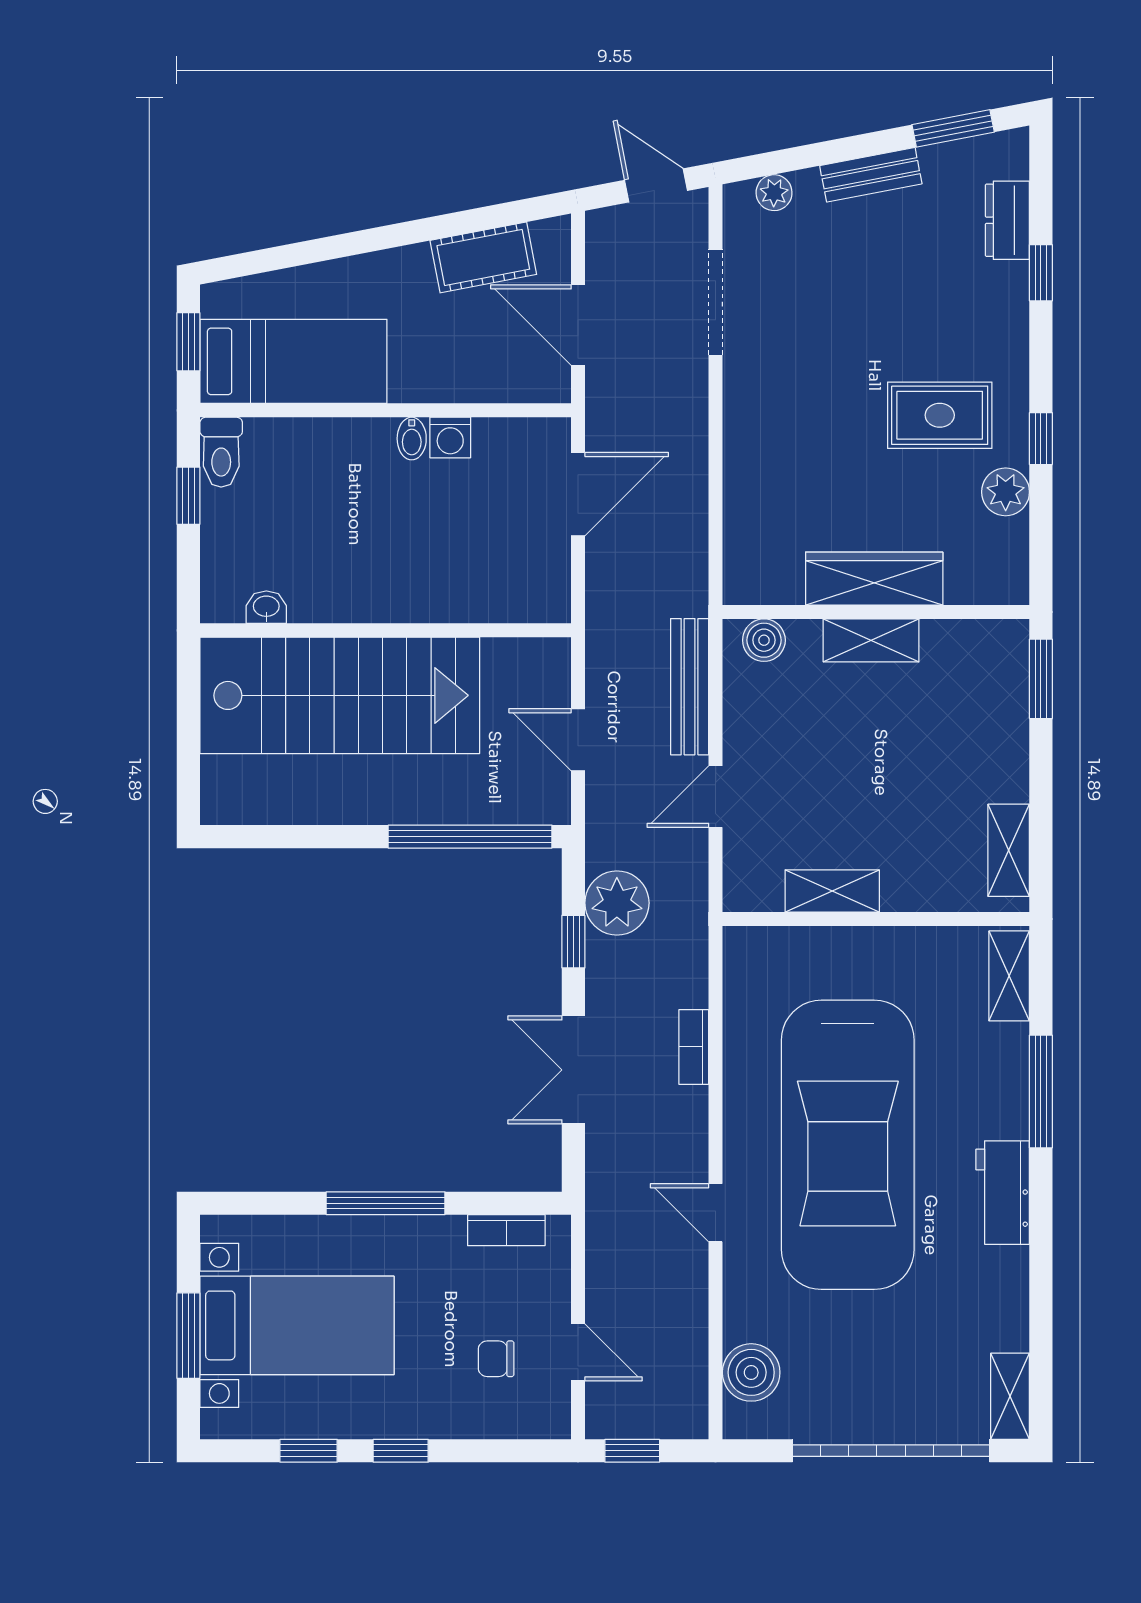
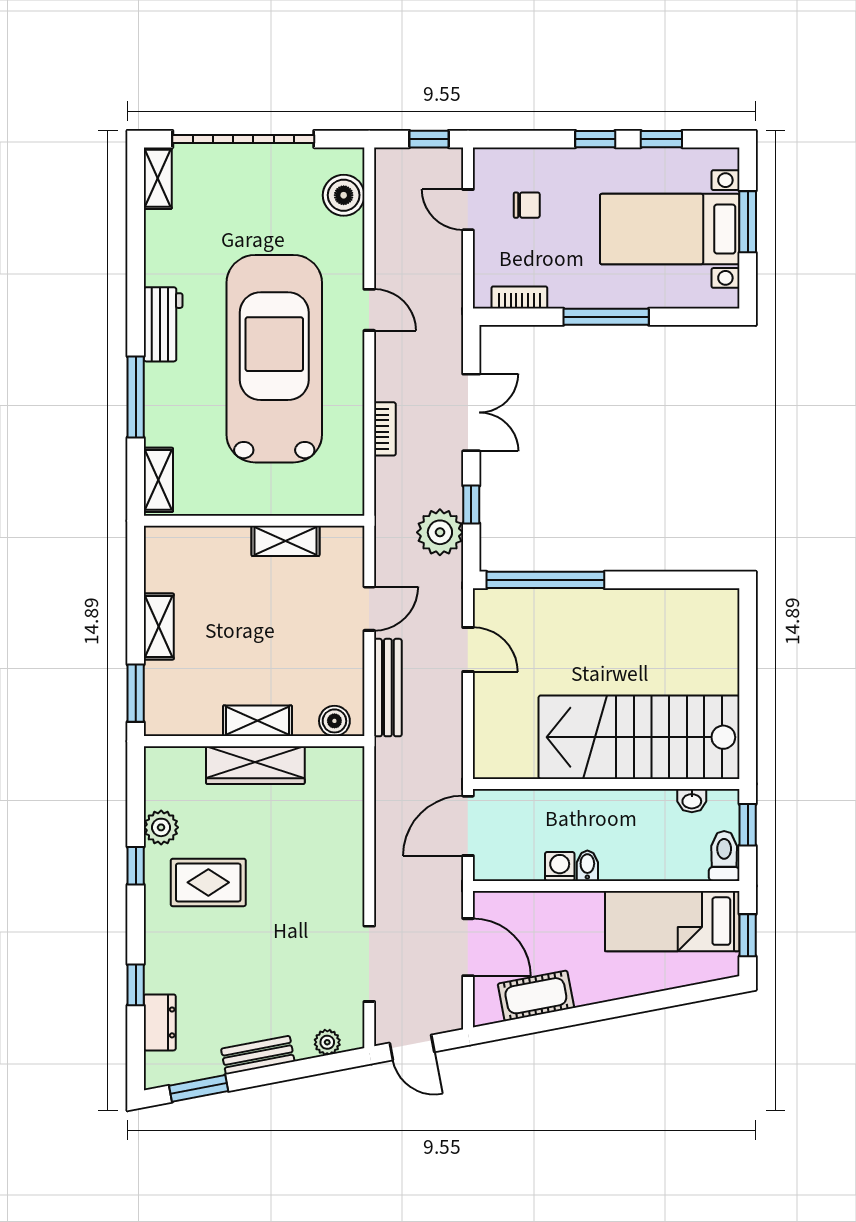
washbasin: (266, 607) -> (692, 801), moved
wall: (386, 630) -> (606, 784), moved
stairs: (340, 695) -> (639, 737), moved
shelving: (1009, 850) -> (159, 627), moved

